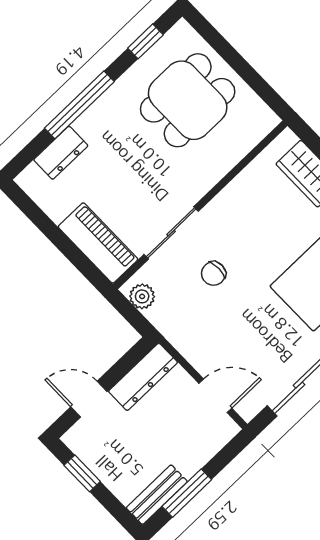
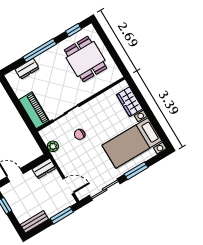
dining table: (188, 100) -> (86, 59), turned 90
plant: (142, 296) -> (53, 146), moved
dresser: (143, 377) -> (44, 169), width x0.70
window: (187, 493) -> (62, 215), moved

